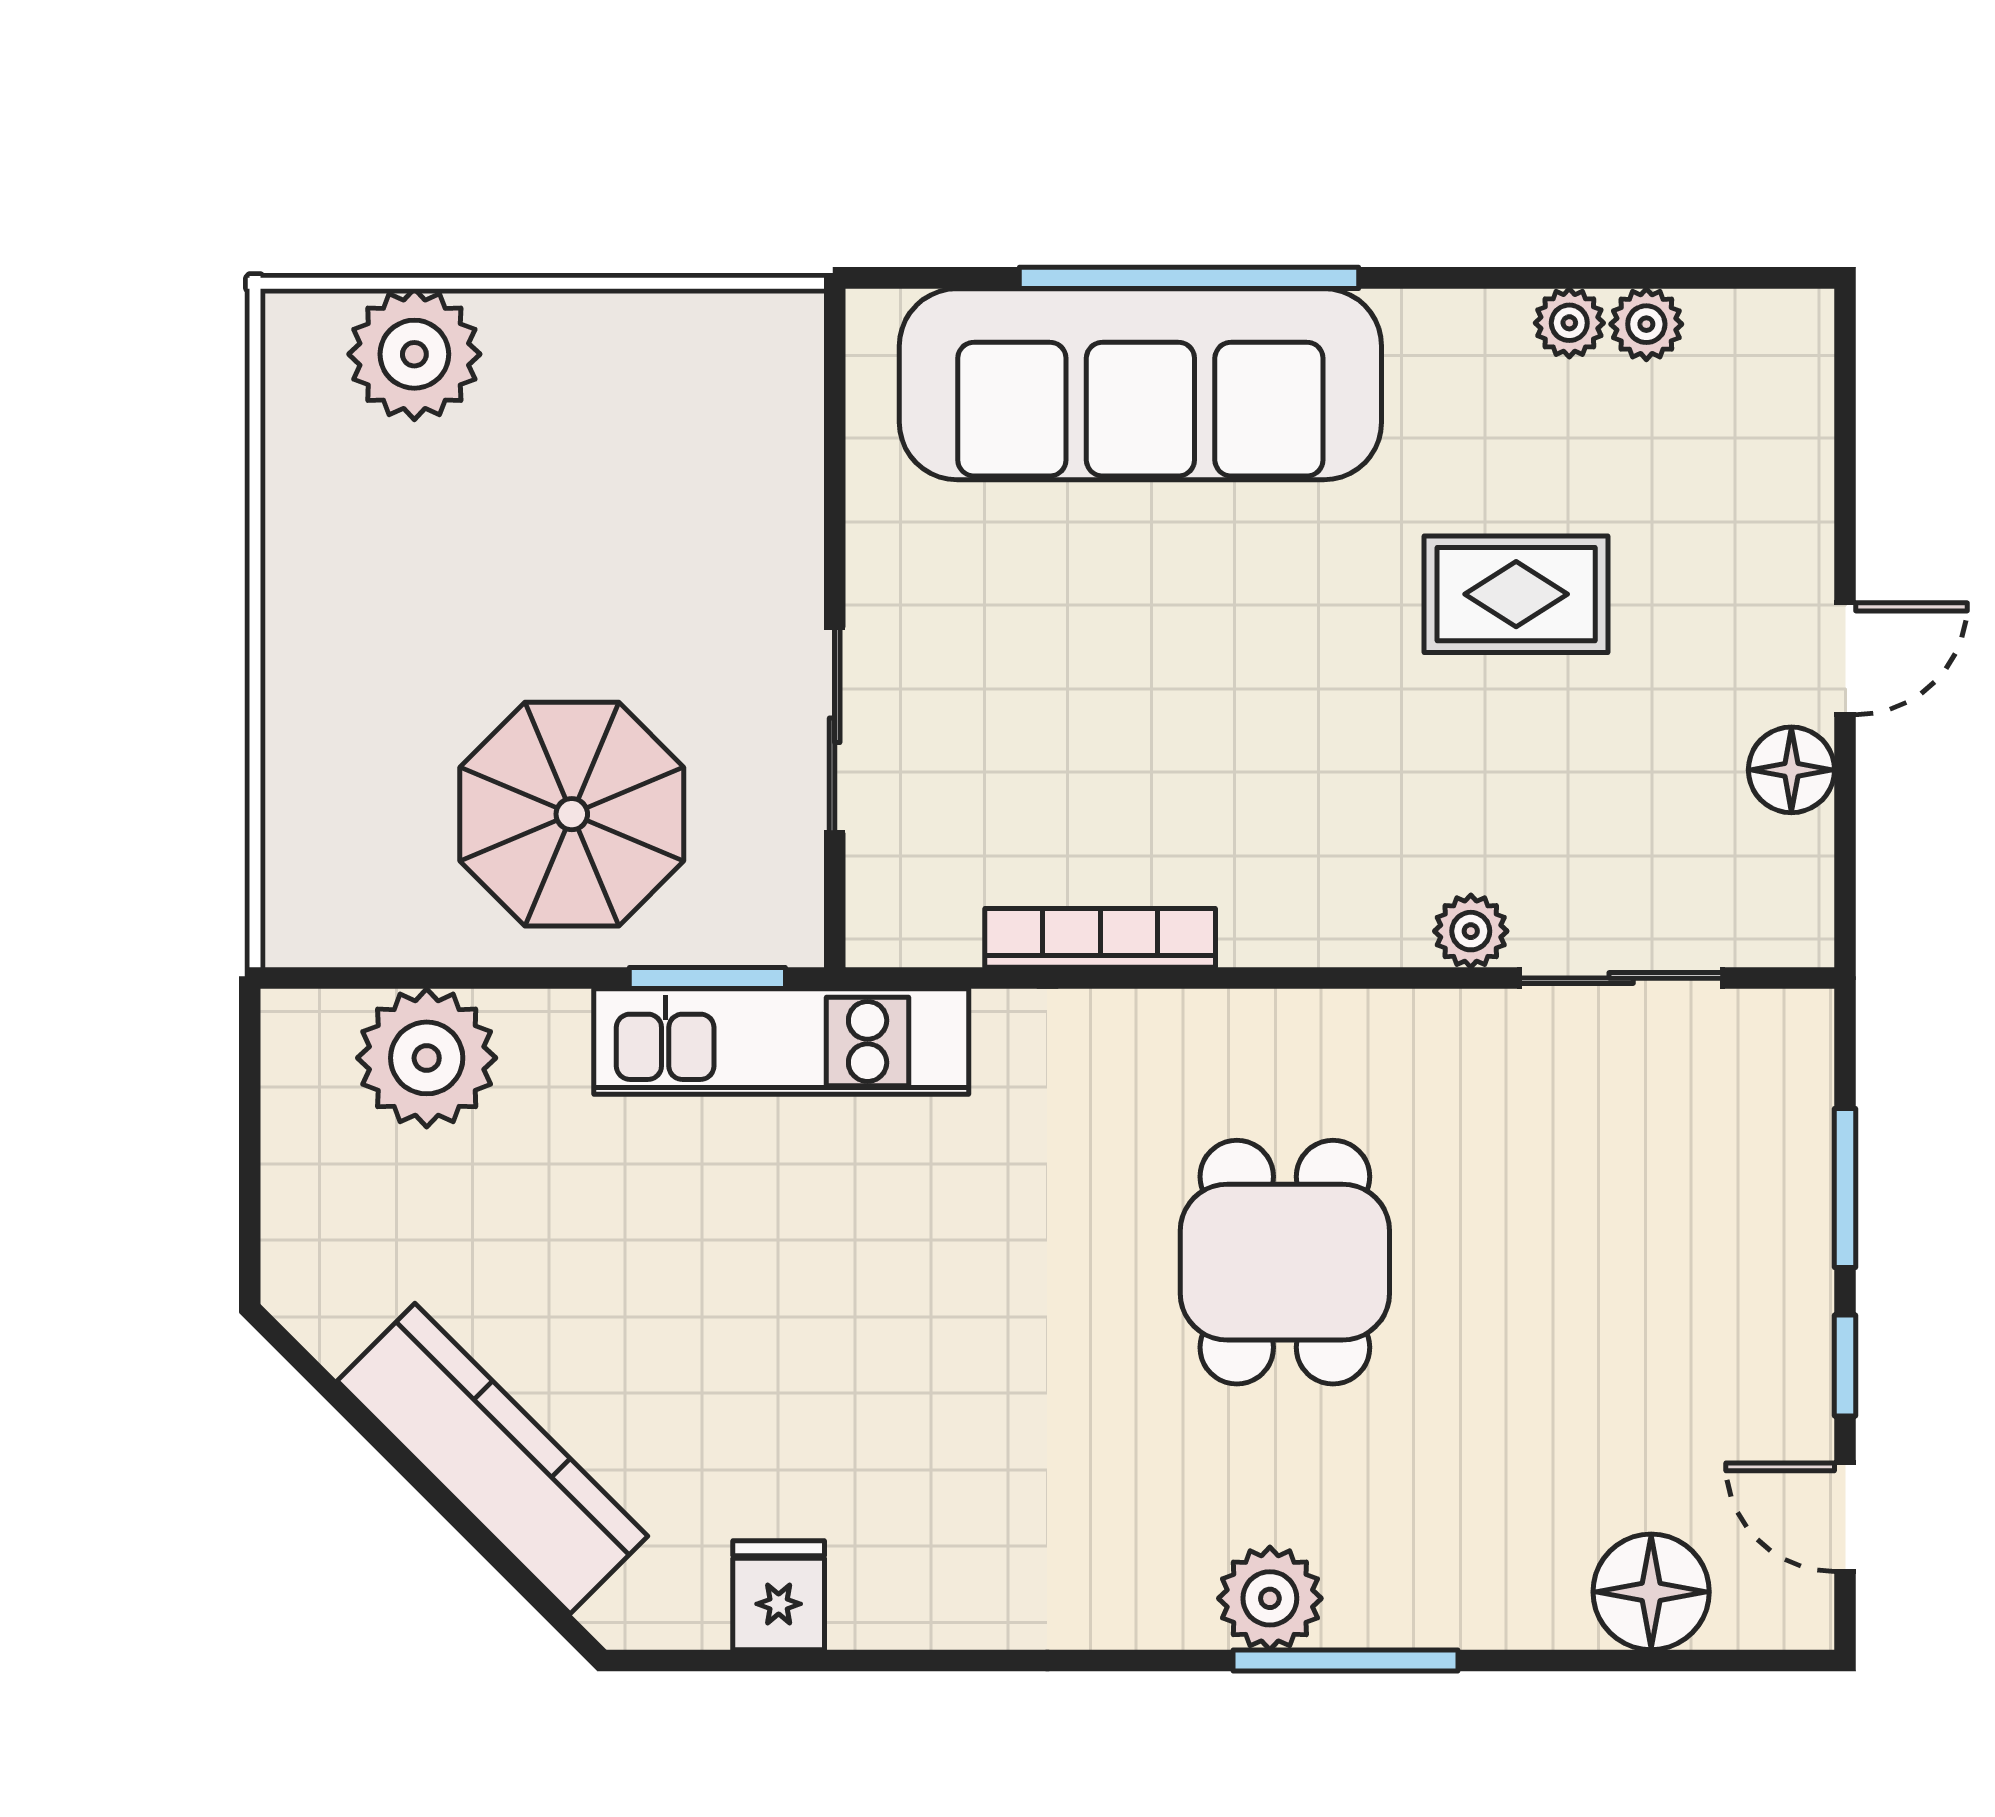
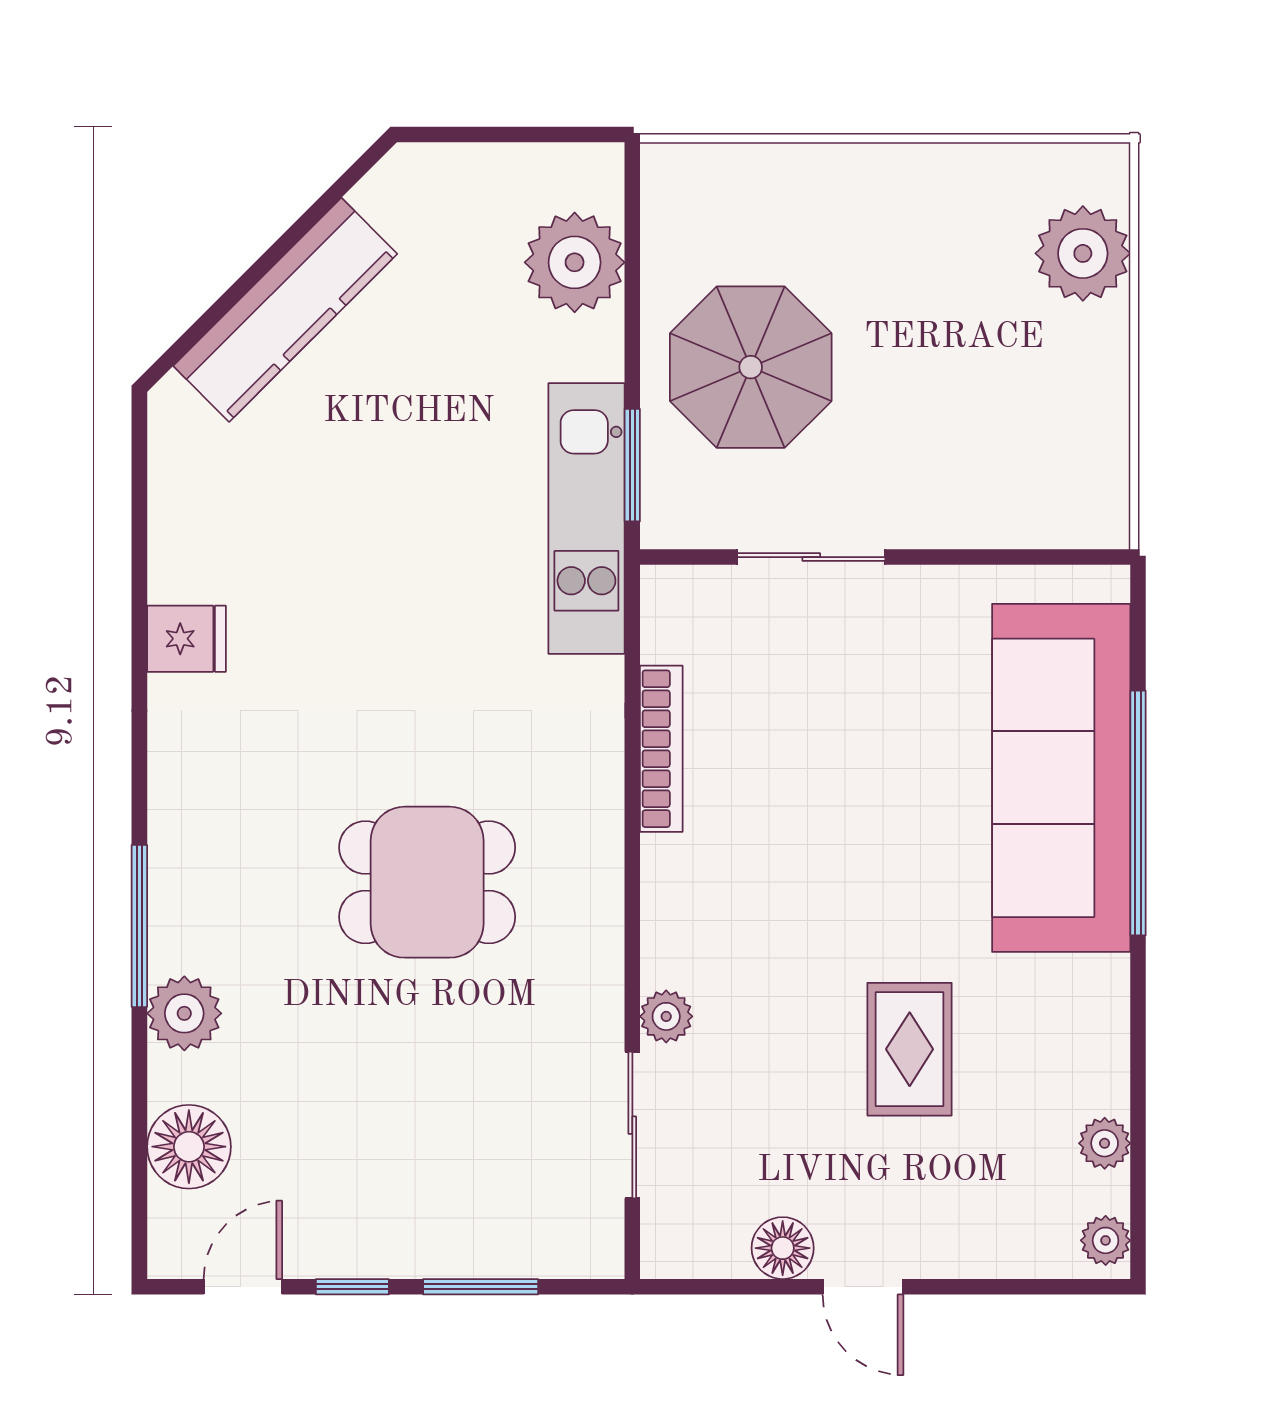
plant: (1569, 323) -> (1106, 1240), moved
fridge: (779, 1595) -> (187, 639), moved
plant: (1270, 1598) -> (184, 1013), moved

